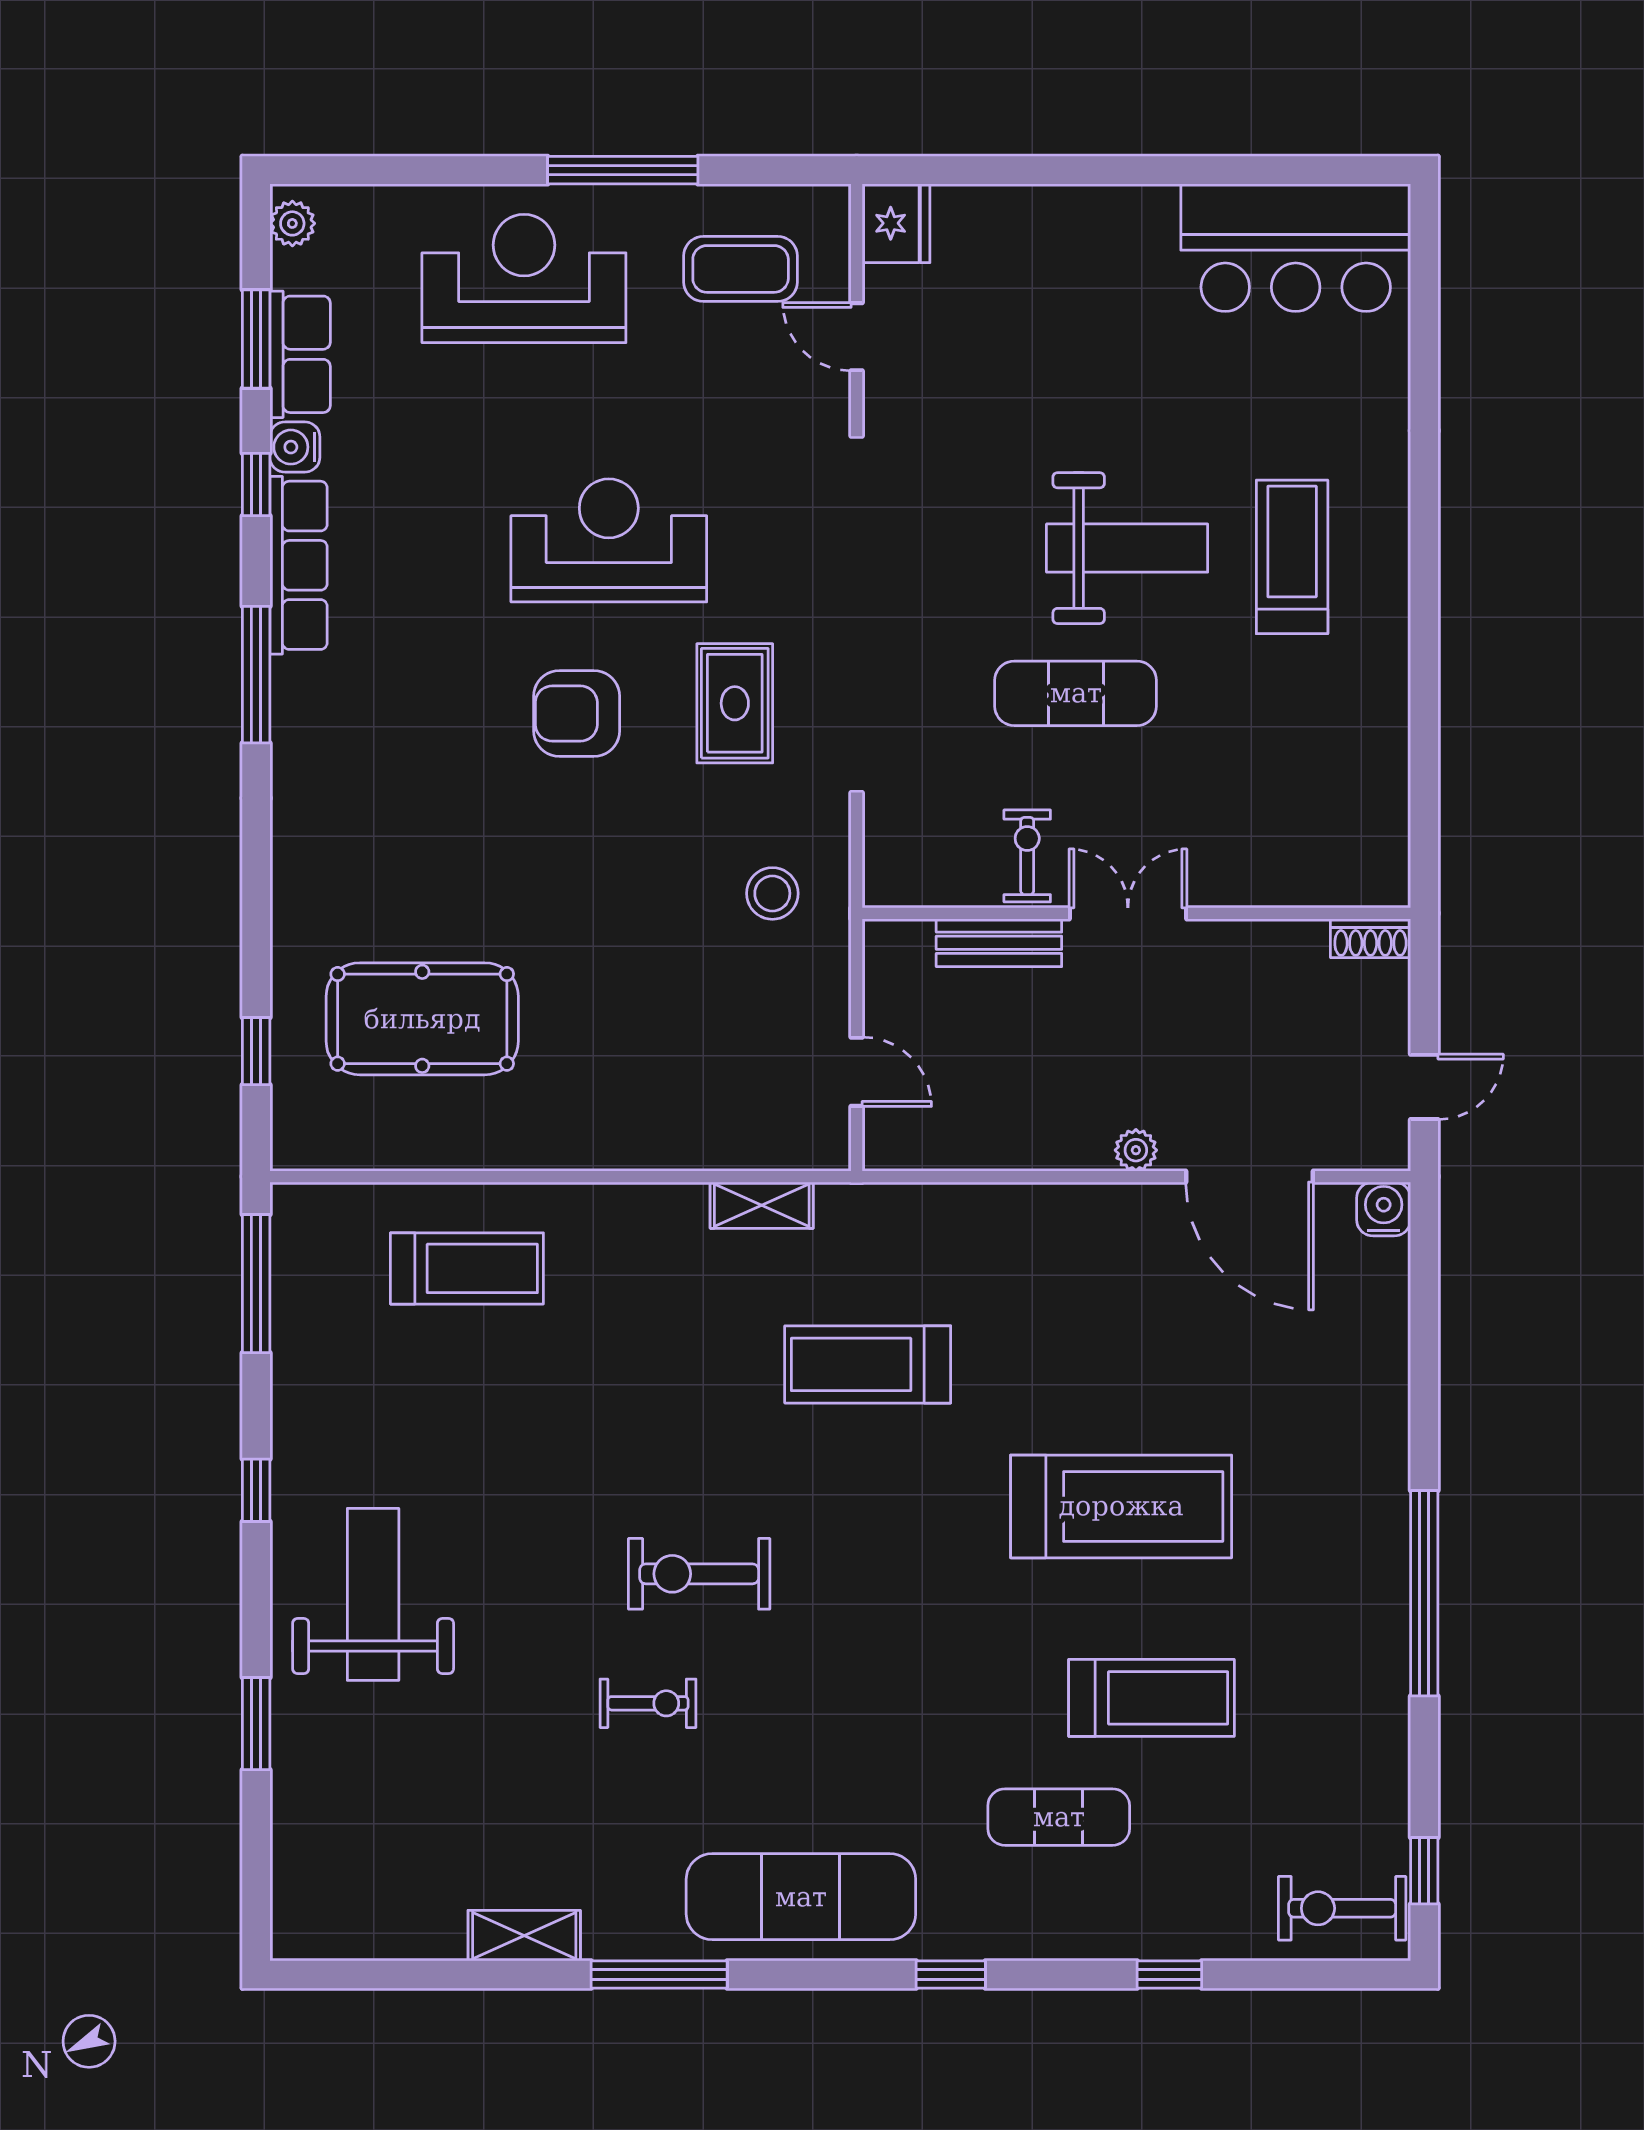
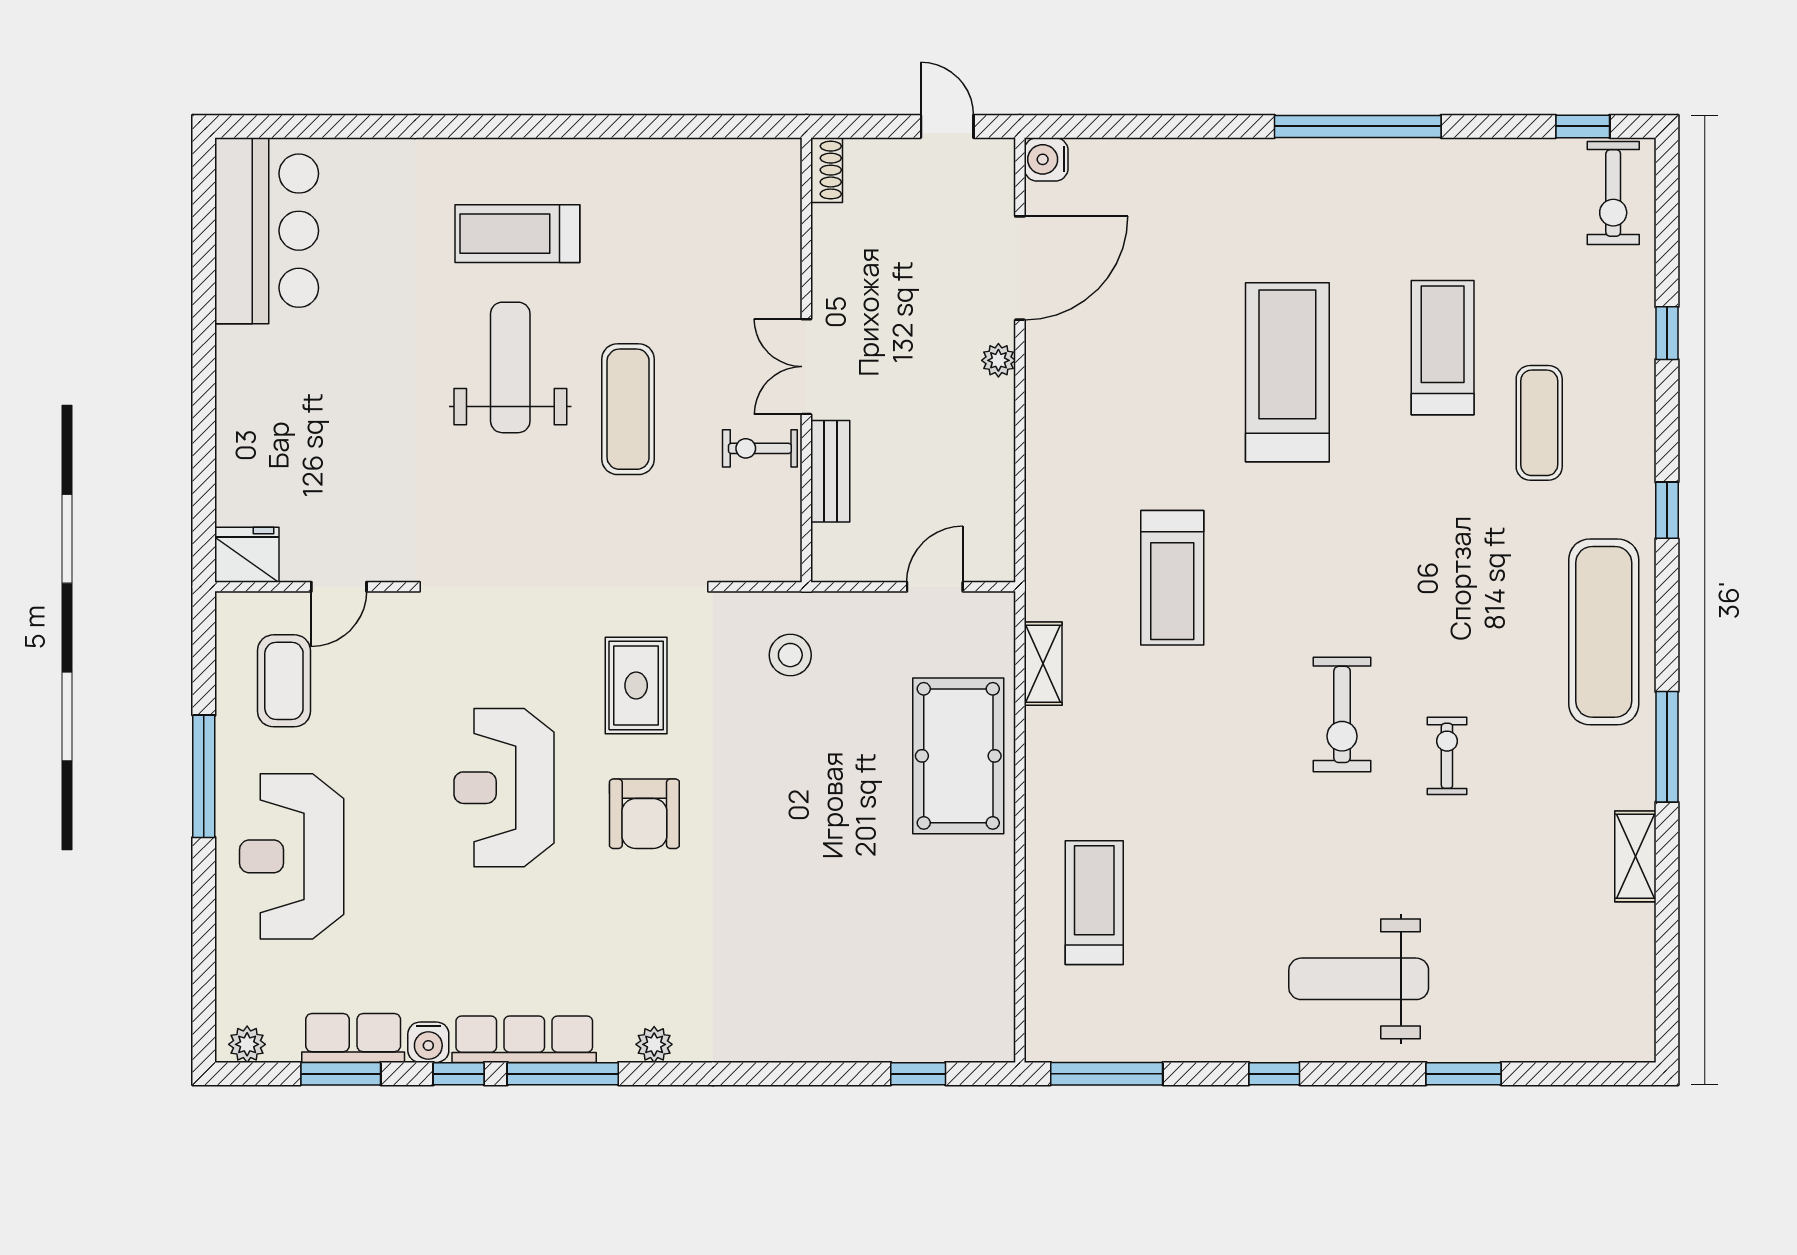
window: (256, 675) -> (563, 1074), moved
rug: (735, 703) -> (636, 686), turned 90
plant: (292, 725) -> (654, 1044), added
pool table: (422, 1019) -> (958, 756), moved

